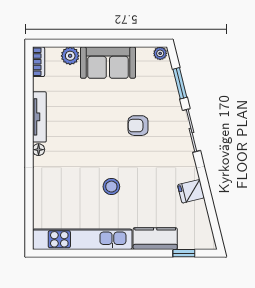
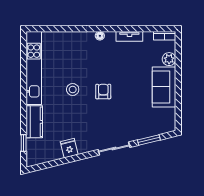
plant: (160, 53) -> (171, 125), removed
tv unit: (39, 117) -> (129, 36), width x0.71
armchair: (138, 126) -> (103, 92), moved

